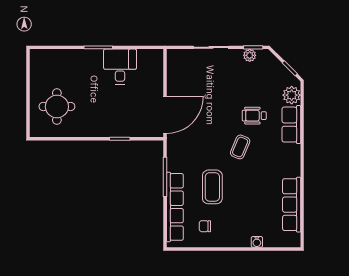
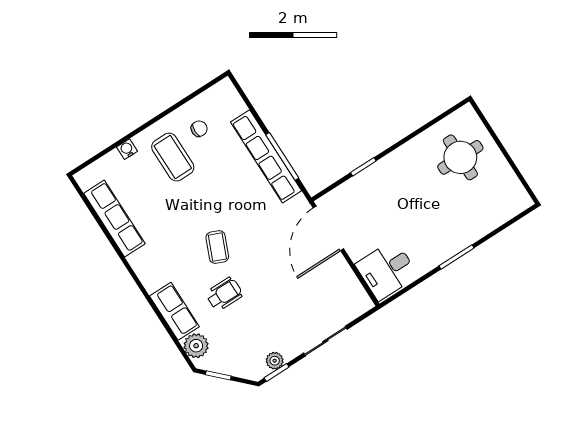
desk: (120, 67) -> (387, 270), moved, turned 90
coffee table: (212, 187) -> (173, 157), moved
row of seats: (175, 207) -> (266, 156), moved

